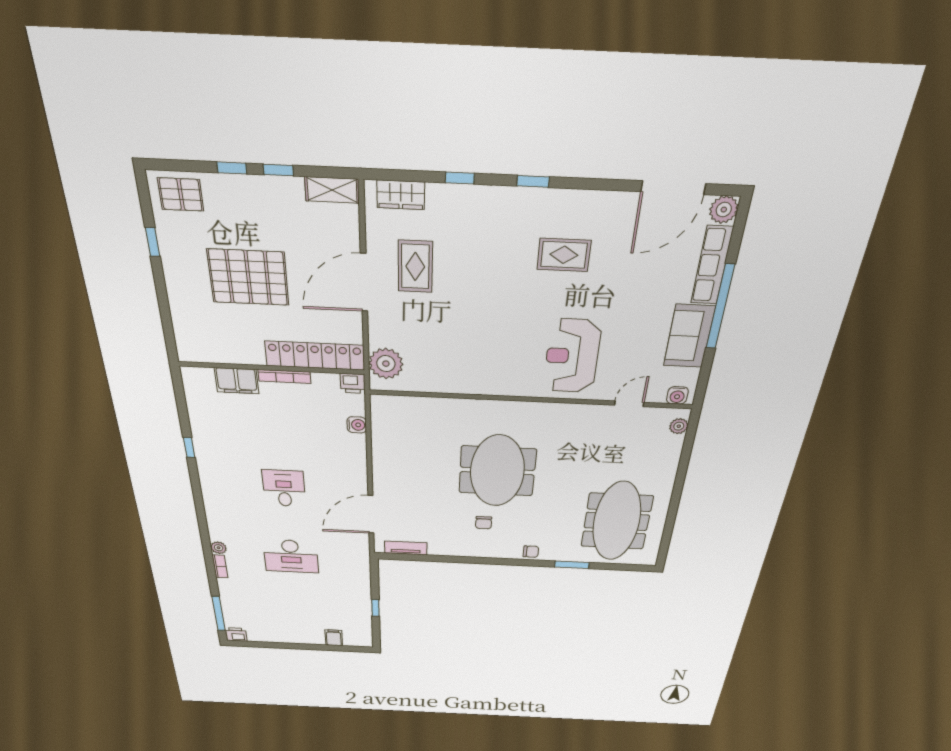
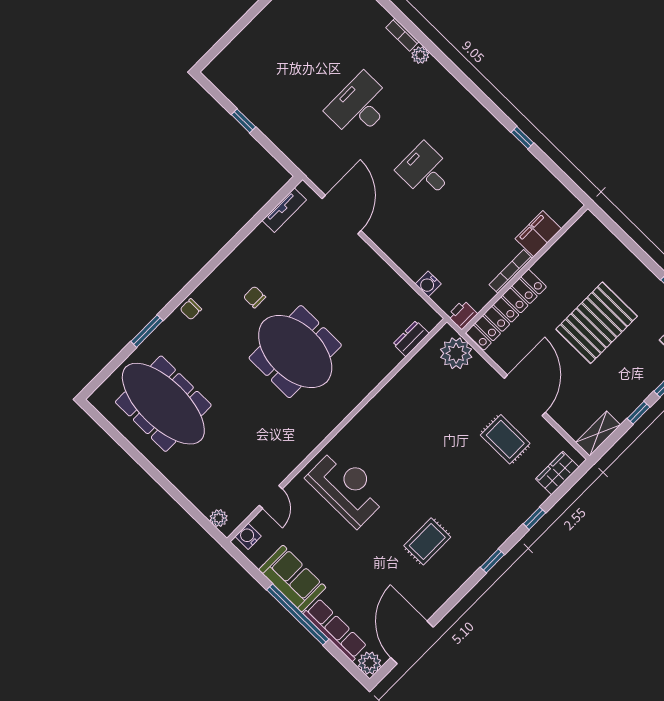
dresser: (408, 404) -> (411, 339), added
desk: (284, 488) -> (425, 171), turned 180
filing cabinet: (334, 638) -> (242, 48), removed

